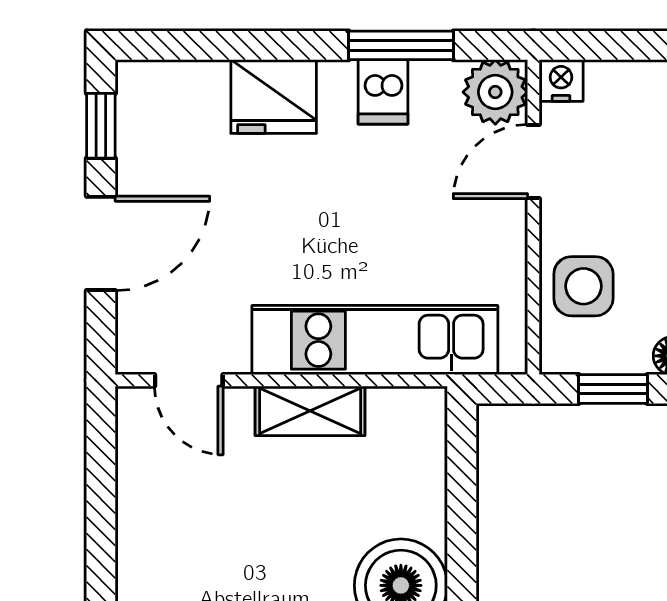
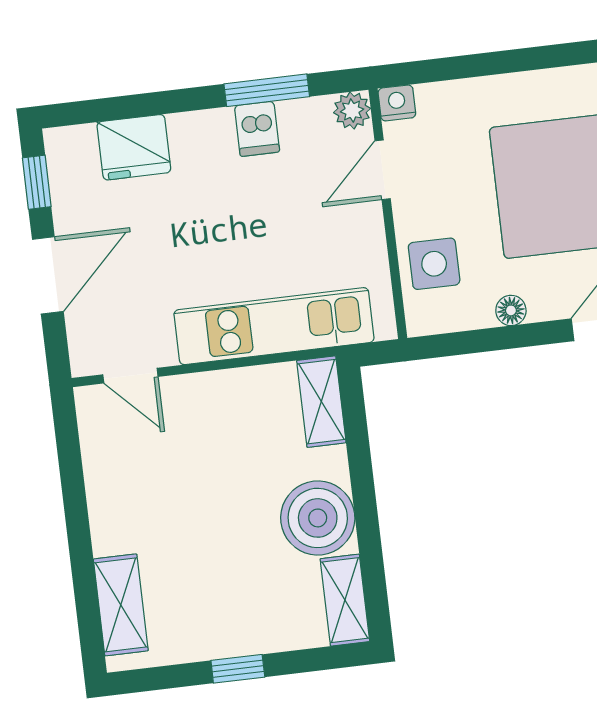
plant: (495, 92) -> (352, 110), width x0.73, depth x0.73
fridge: (274, 97) -> (134, 147), moved
window: (613, 389) -> (467, 342), removed
shelving: (310, 411) -> (321, 402), moved, turned 90

